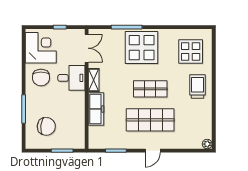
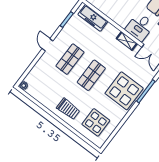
freezer: (96, 109) -> (93, 18), moved
shop shelf: (150, 120) -> (70, 59), width x0.70, depth x0.74

